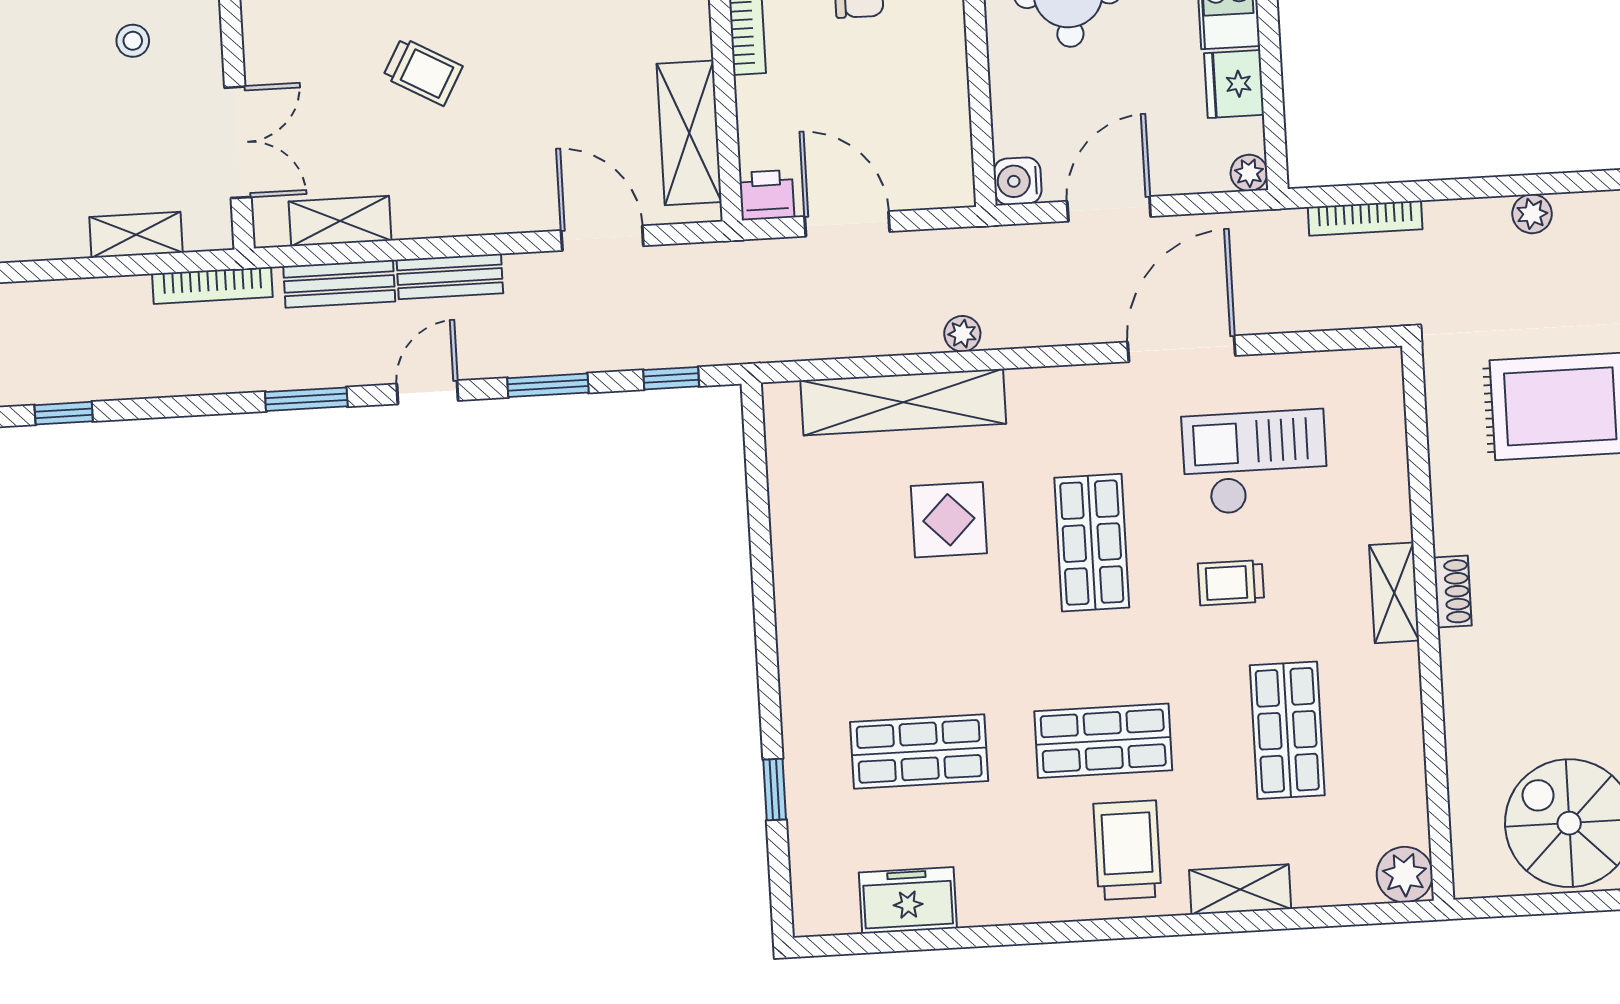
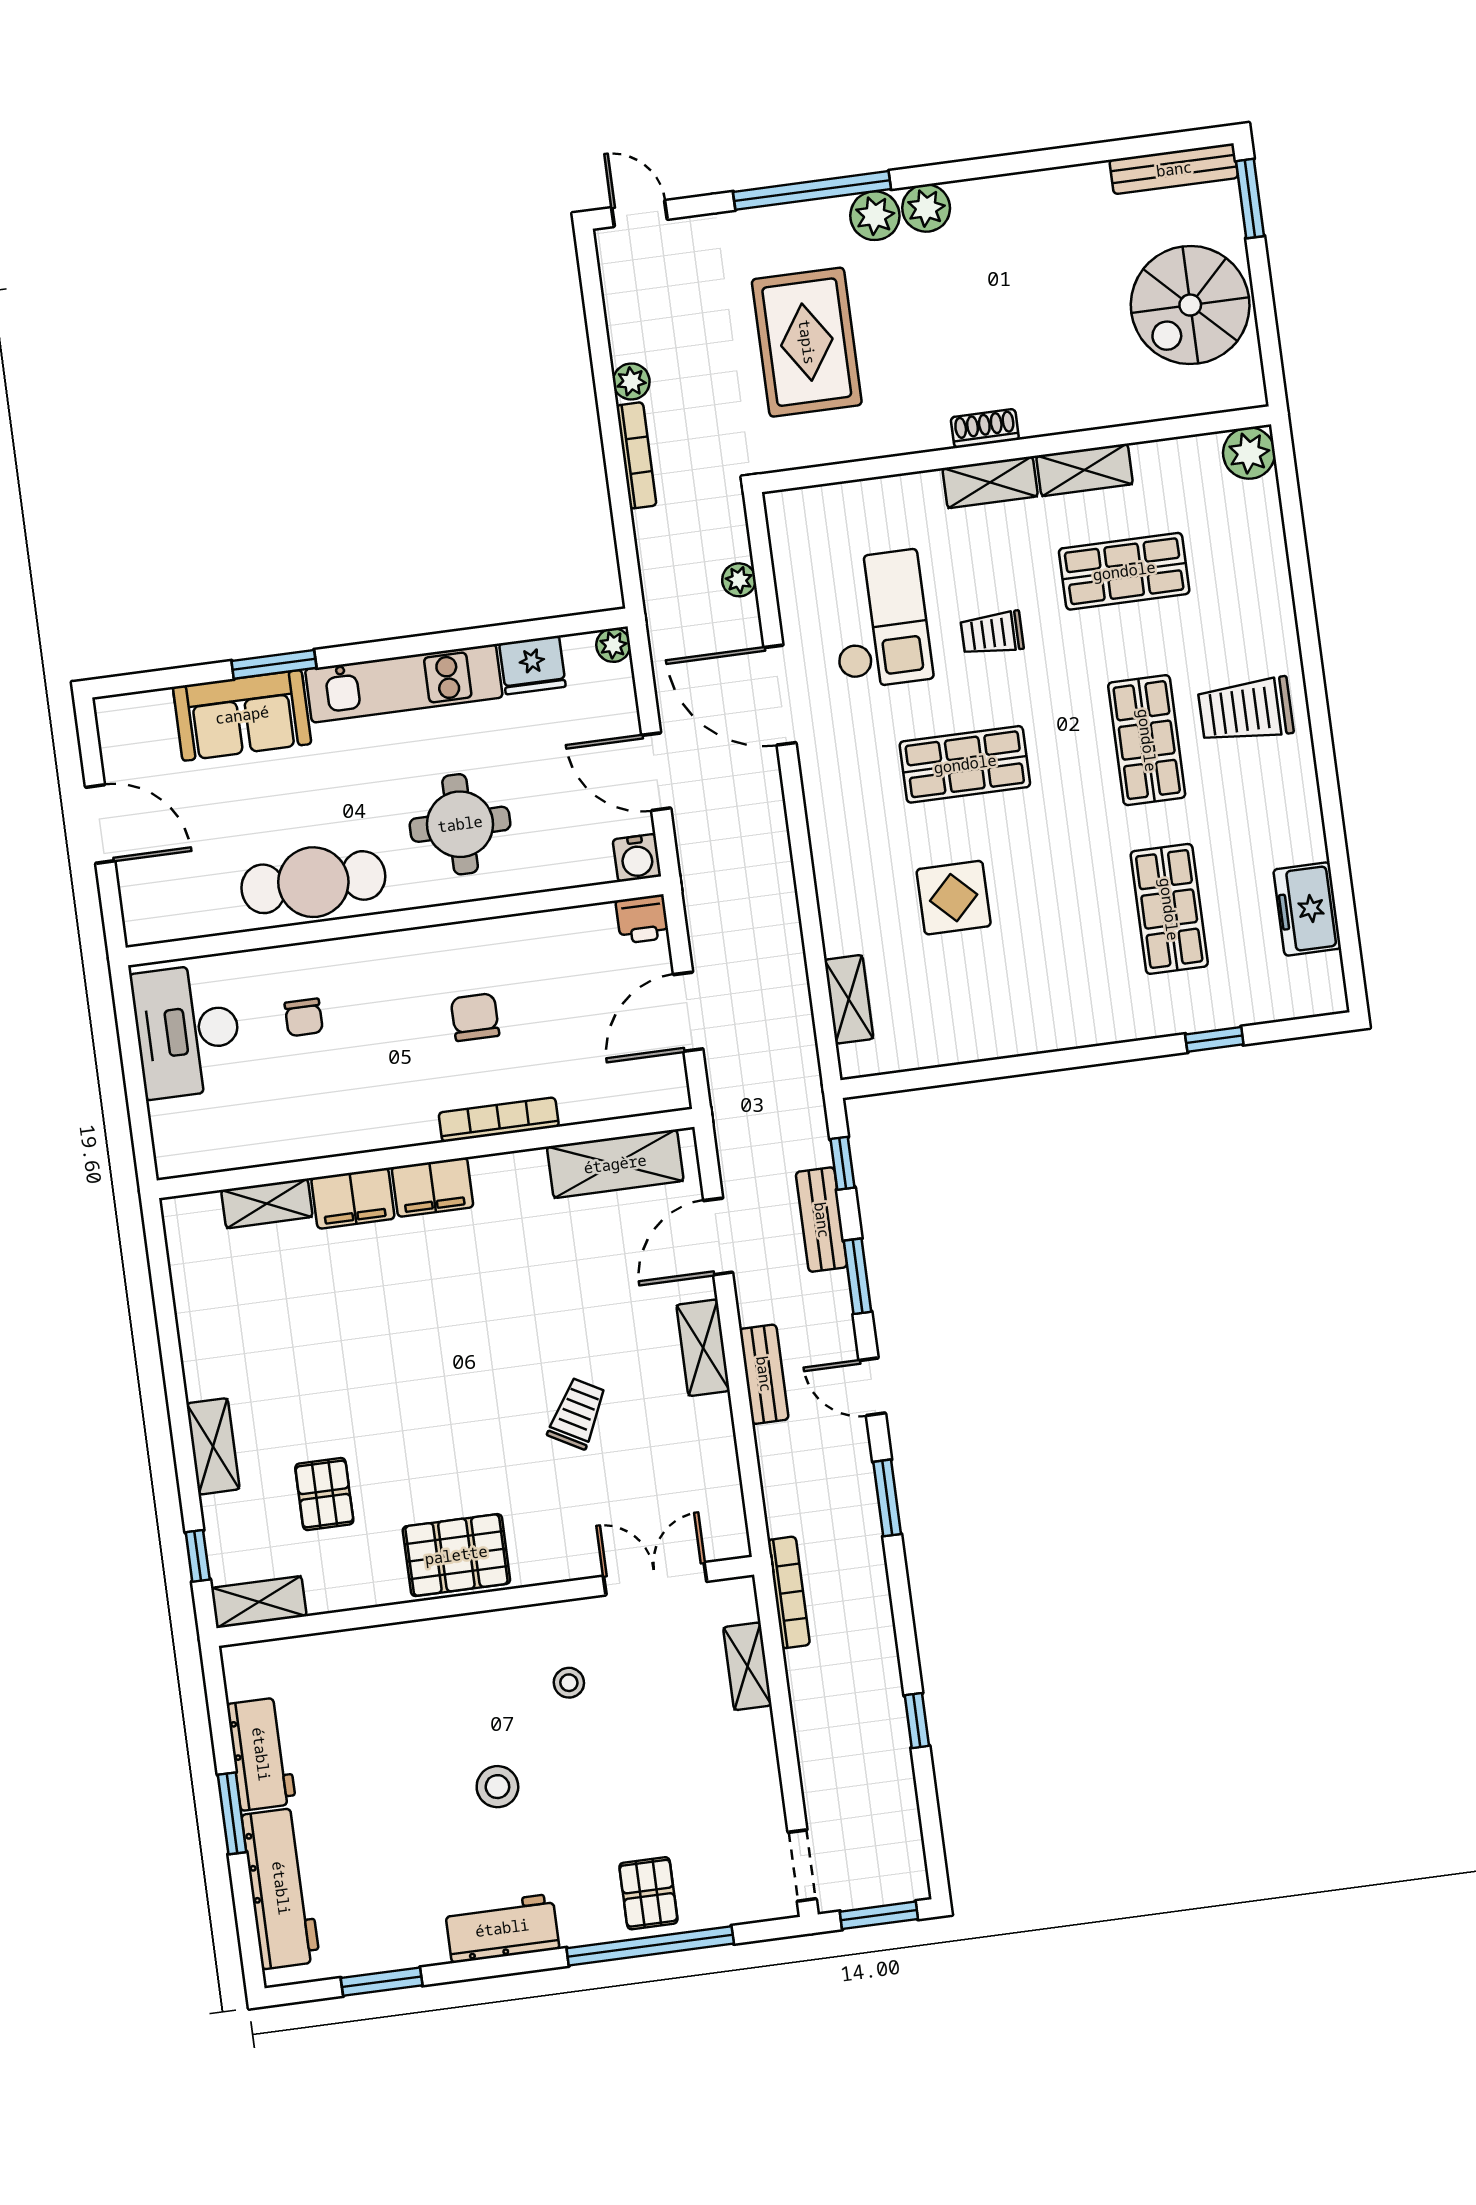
printer: (767, 195) -> (642, 919), moved, turned -90
bookcase: (1365, 218) -> (636, 455), moved
shelving: (340, 221) -> (703, 1348), moved
bench: (339, 284) -> (822, 1220), moved
plant: (962, 334) -> (739, 580), moved
shelving: (903, 402) -> (849, 999), width x0.45, depth x0.75
checkout: (1255, 462) -> (879, 620), turned 180
trolley: (1231, 583) -> (992, 633), turned 90
shelving: (1240, 889) -> (1085, 470), moved, turned 90

